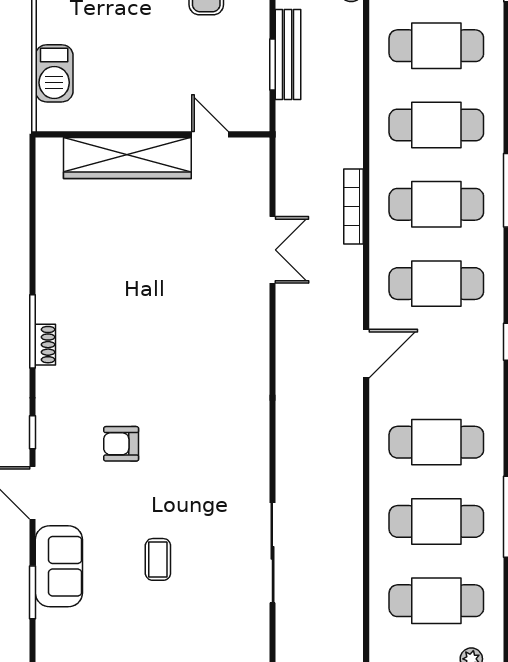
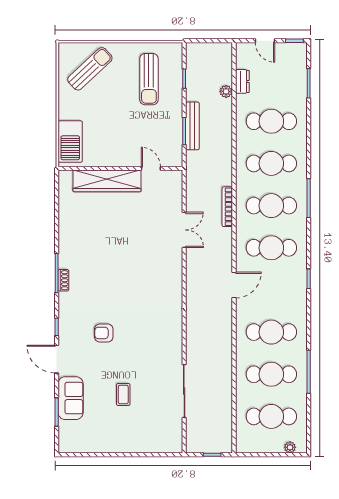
barbecue: (54, 73) -> (70, 142), width x1.37, depth x1.21

